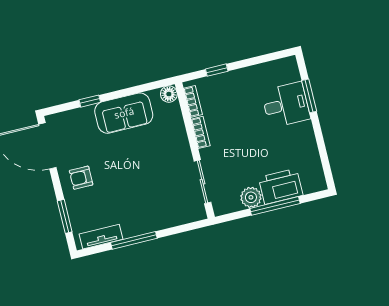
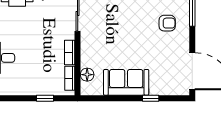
floor lamp: (169, 94) -> (87, 75), moved
armchair: (81, 178) -> (167, 23), moved

